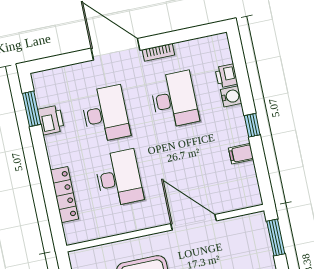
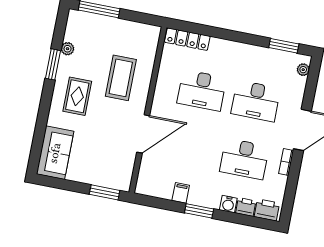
plant: (49, 76) -> (303, 70), added
printer: (51, 120) -> (267, 210), moved, turned 180
window: (252, 125) -> (199, 211), width x1.50
locker: (64, 195) -> (187, 39), moved

